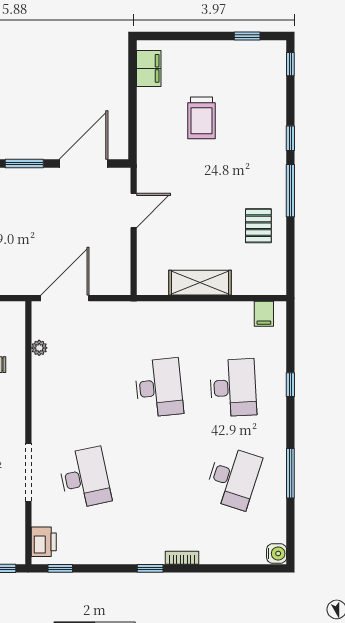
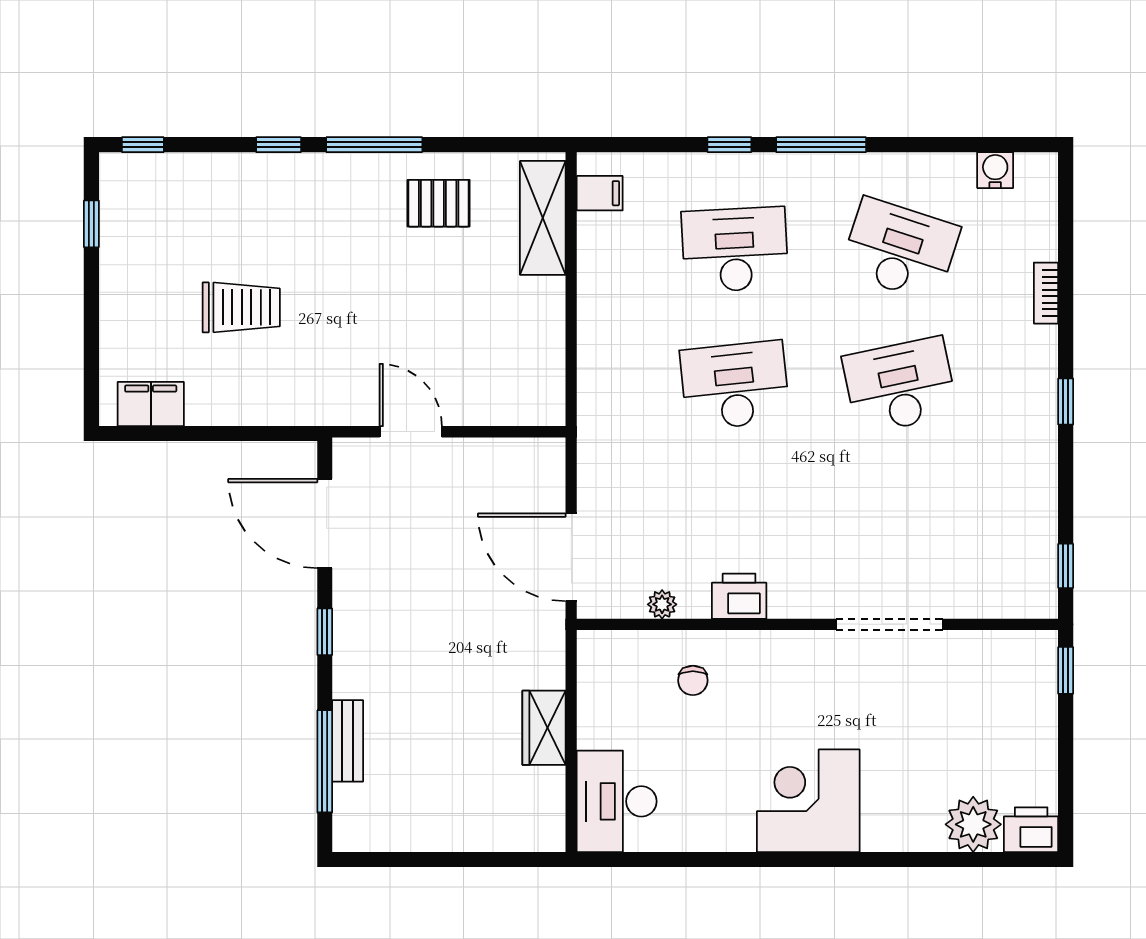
window: (24, 164) -> (325, 632), width x0.67
shelving: (200, 283) -> (543, 218), moved
window: (290, 473) -> (821, 145), moved
desk: (85, 478) -> (900, 385), moved
printer: (44, 542) -> (739, 596), moved
water cooler: (277, 554) -> (995, 170), moved
bookcase: (182, 558) -> (1046, 293), moved

